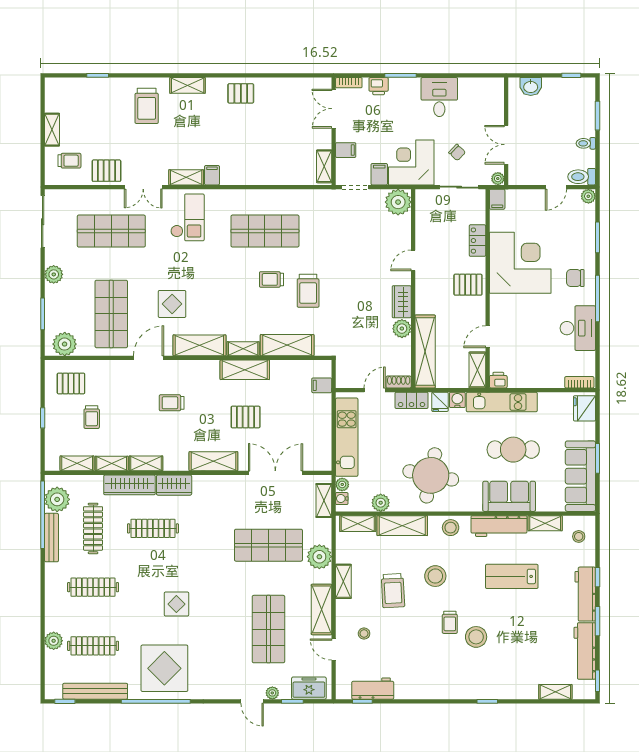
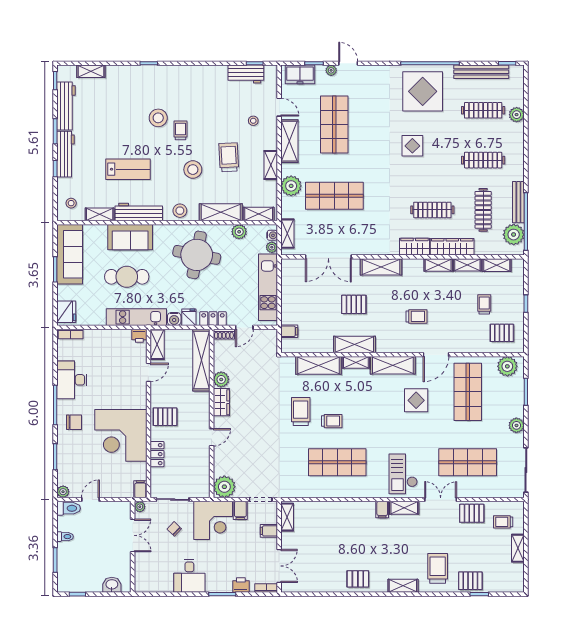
pallet: (108, 91) -> (470, 581), added

